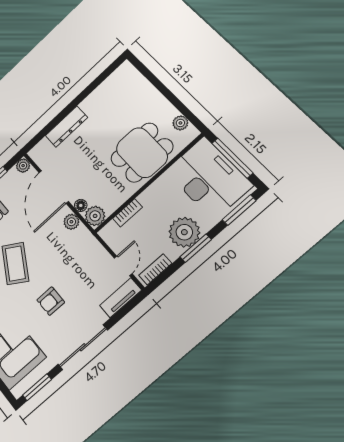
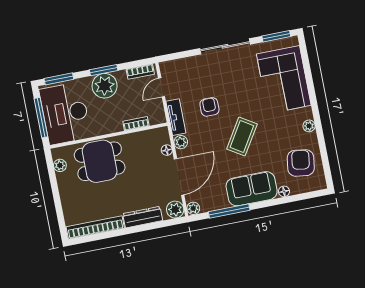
bookcase: (107, 87) -> (95, 227), added
plant: (95, 216) -> (175, 210), moved
tv unit: (121, 298) -> (176, 117), moved, turned -90
armchair: (51, 301) -> (209, 107), moved, turned -90

